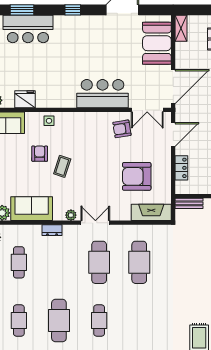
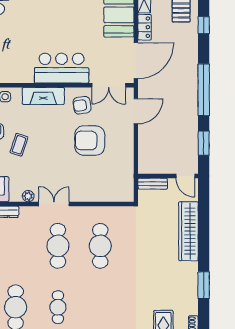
locker: (181, 168) -> (145, 27), moved
armchair: (137, 176) -> (90, 140), moved
fireplace: (151, 212) -> (43, 96), moved, turned 180

